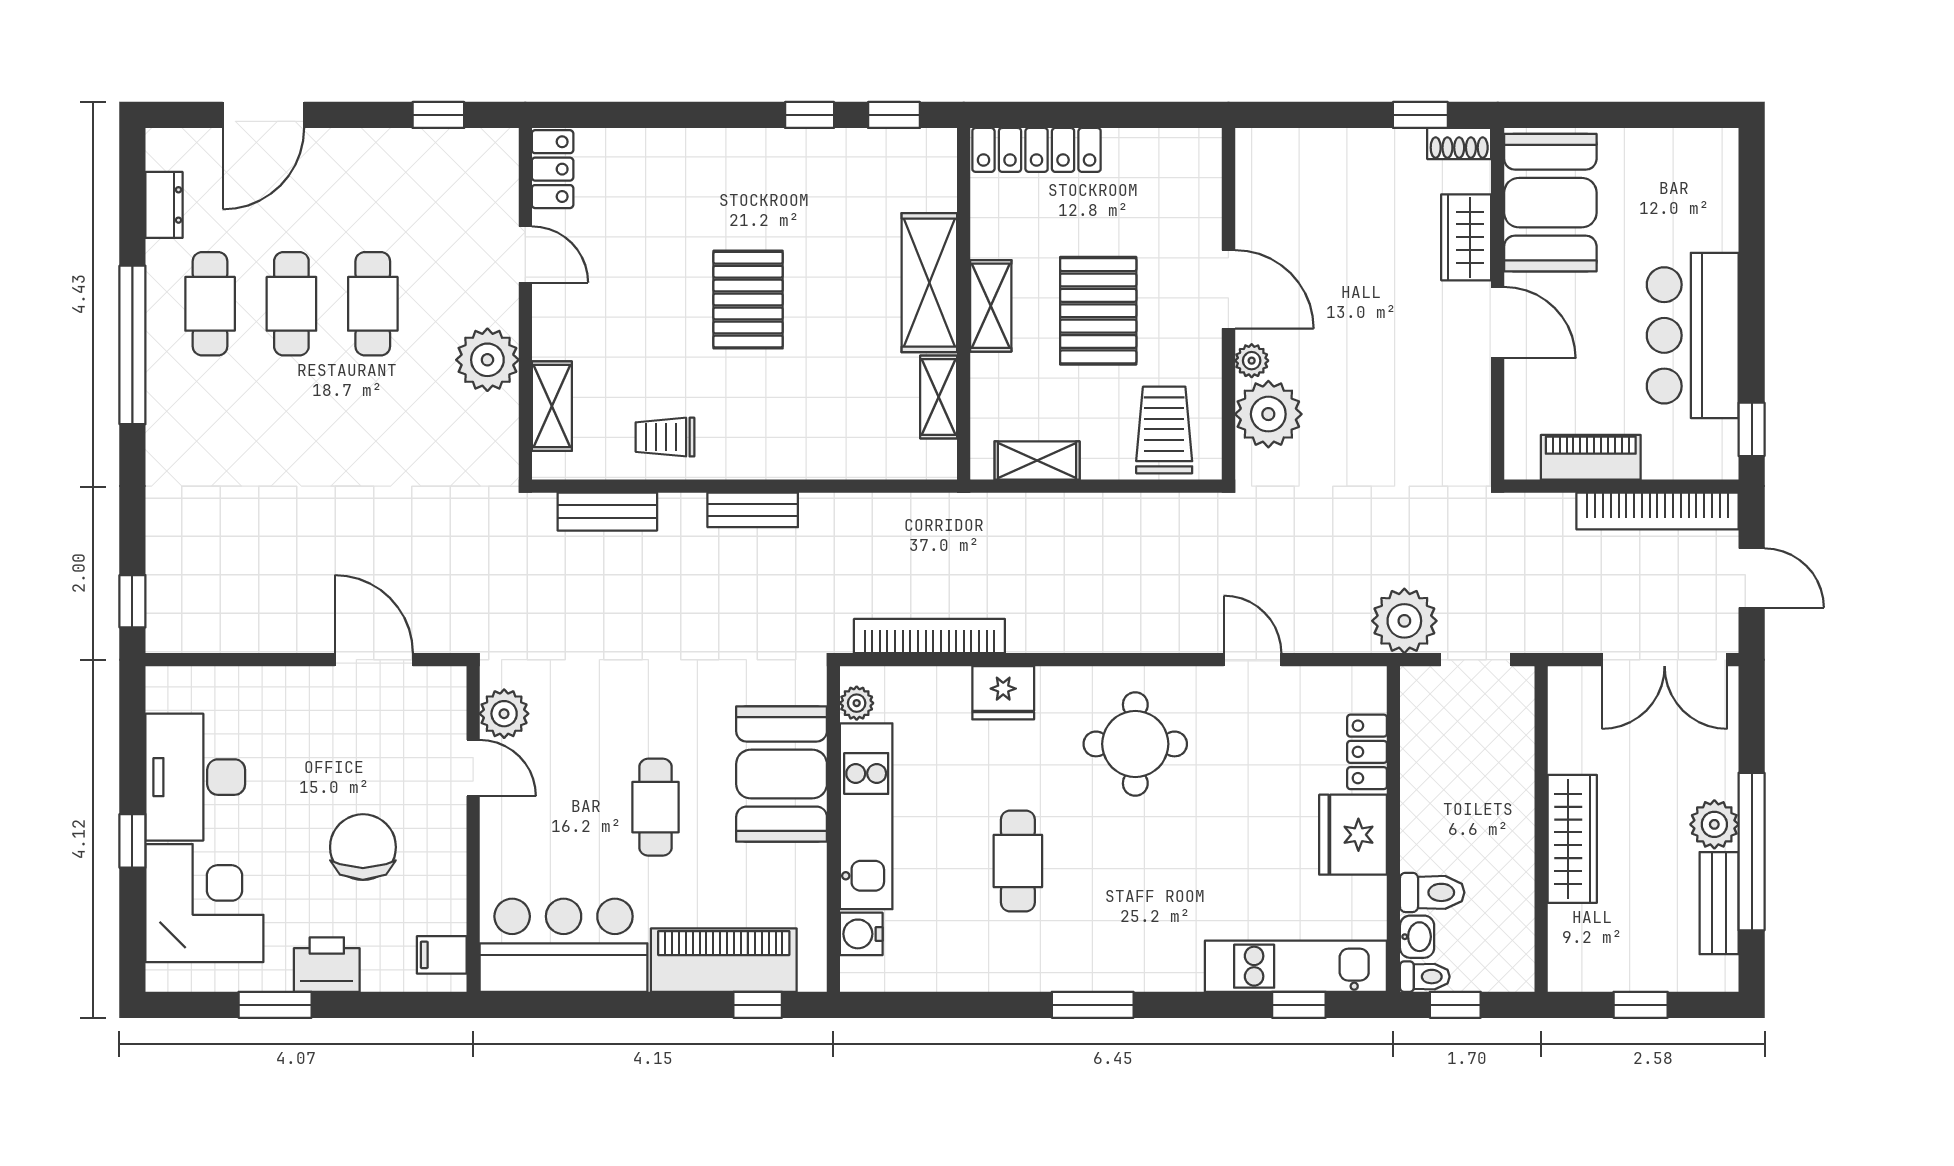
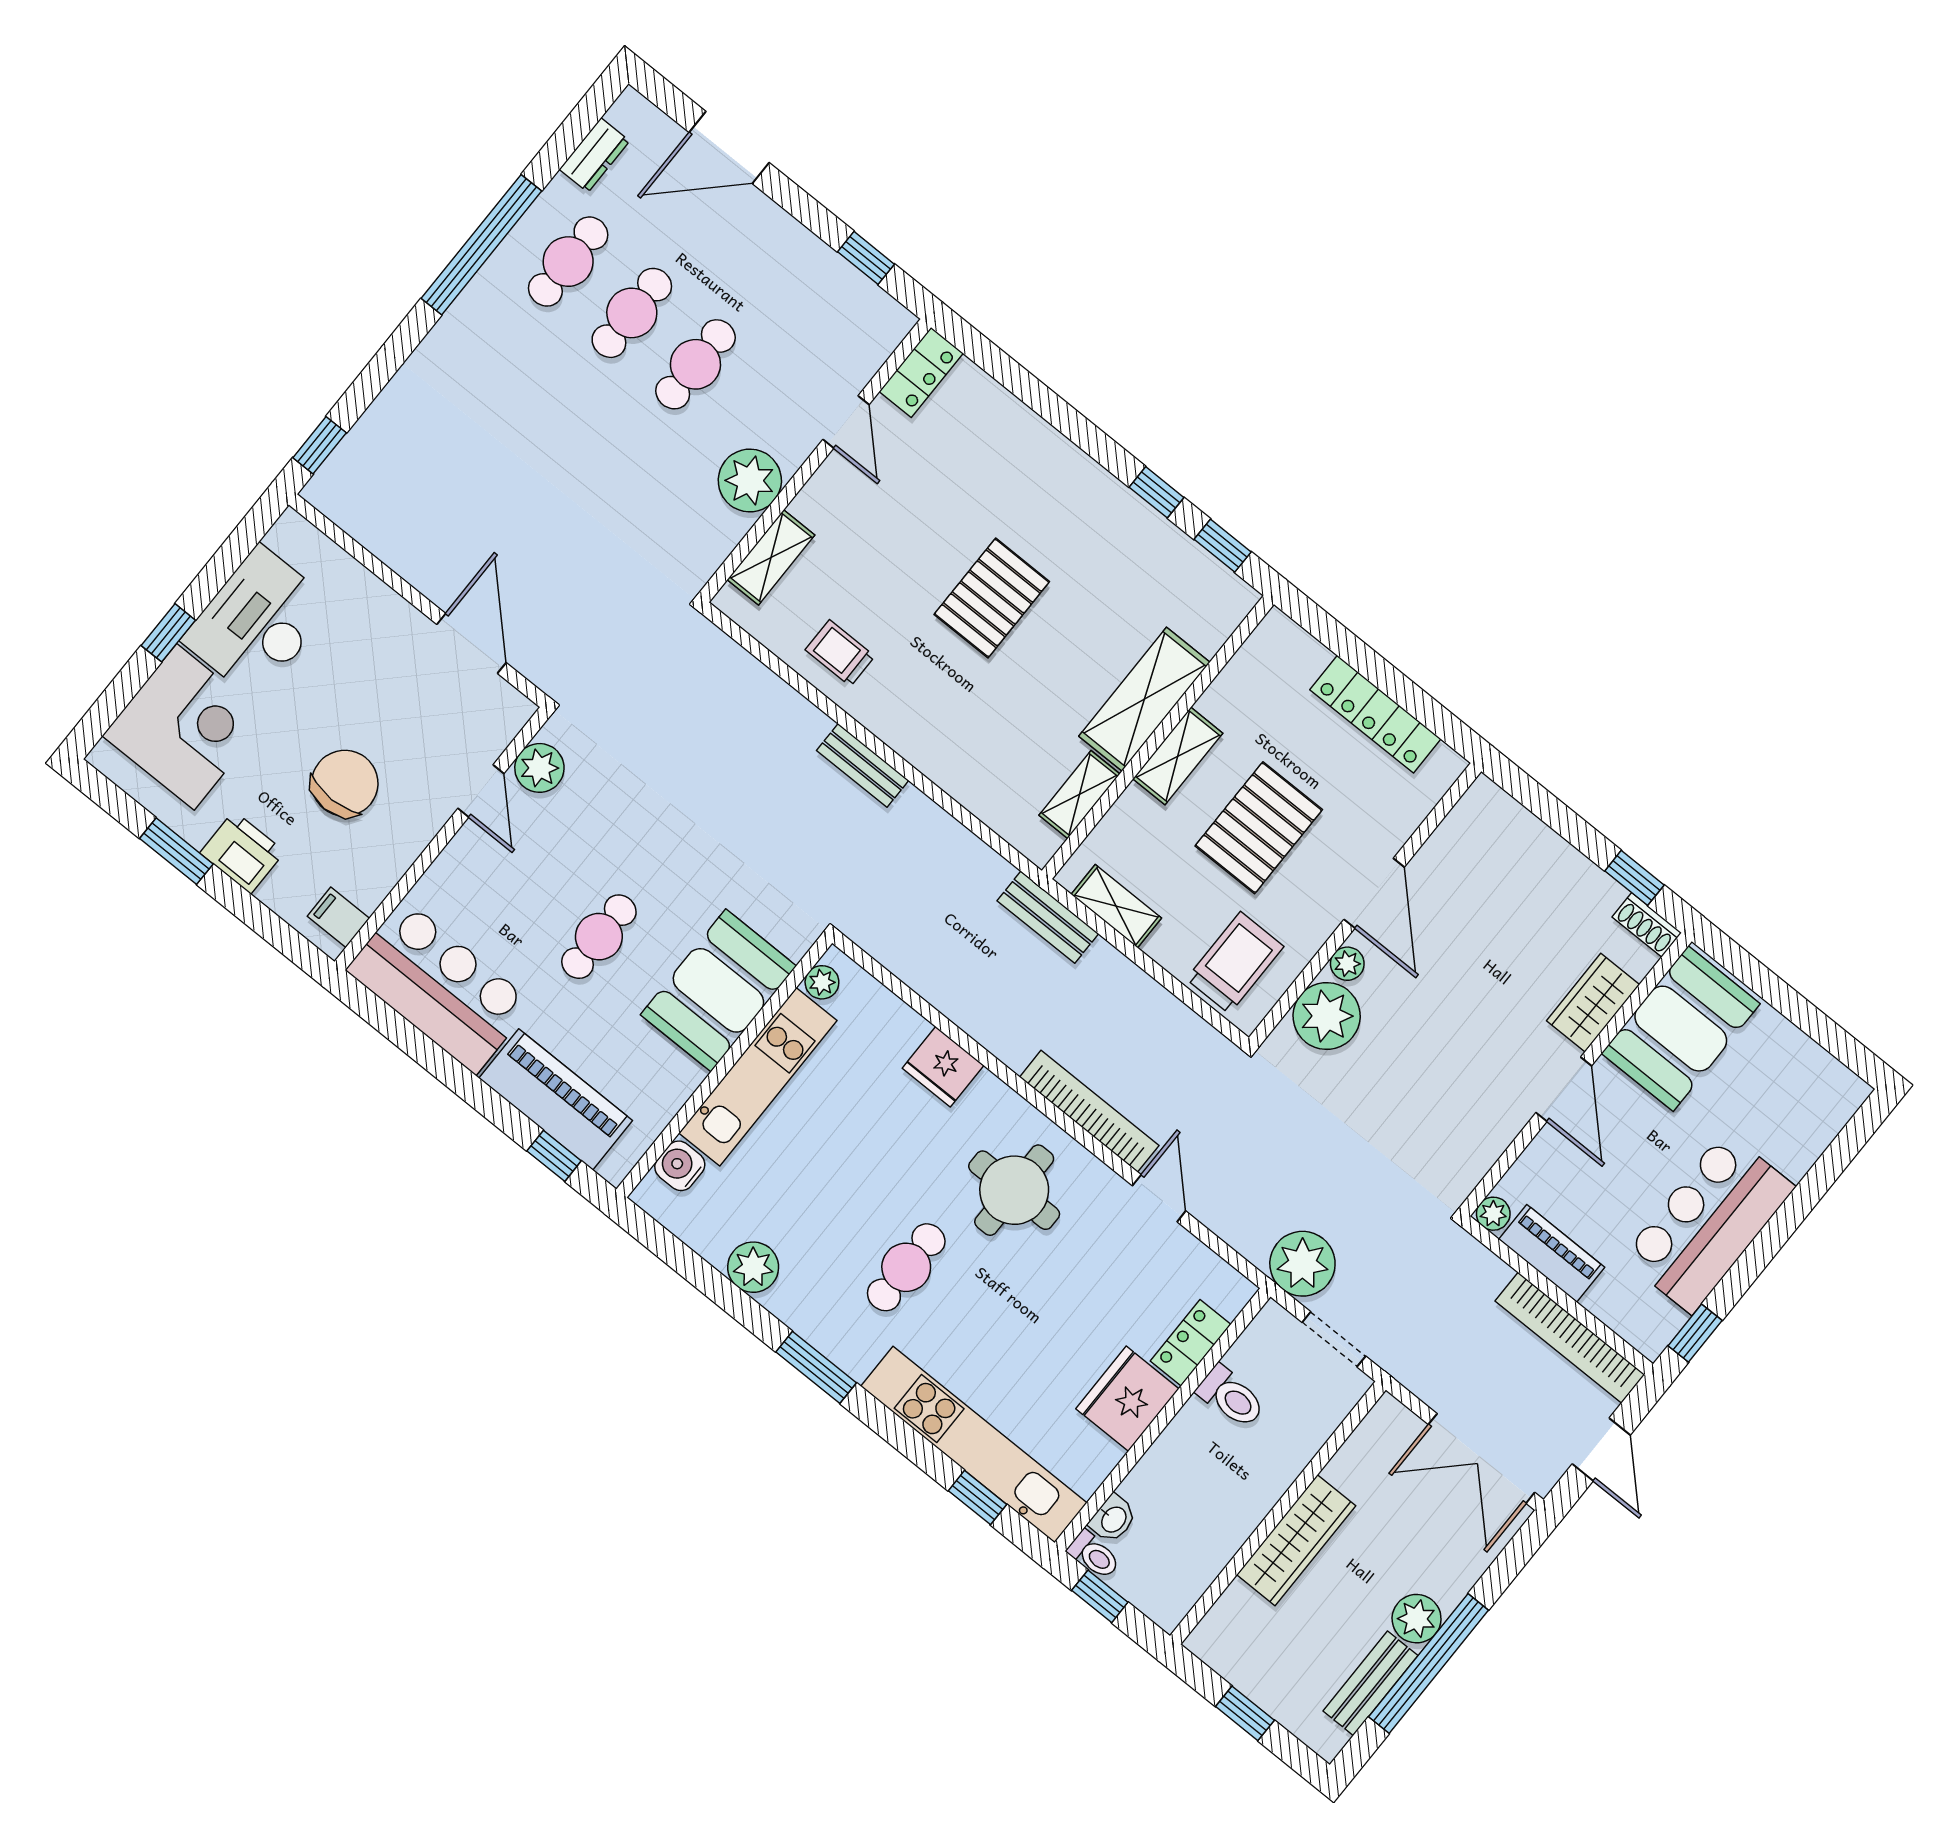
locker: (1037, 150) -> (1375, 714), moved
plant: (1521, 463) -> (1493, 1214), added
bench: (607, 512) -> (1048, 917), moved
bookcase: (929, 636) -> (1089, 1111), moved
cafe table: (1018, 861) -> (906, 1267), moved
toilet: (1432, 892) -> (1231, 1397), moved
kitchen unit: (1296, 966) -> (974, 1445), width x1.36
plant: (981, 967) -> (753, 1267), added

